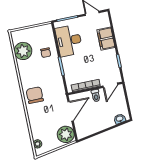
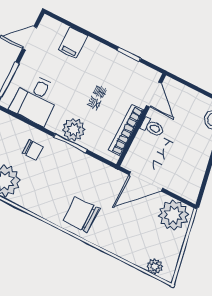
filing cabinet: (106, 39) -> (73, 43), width x0.50
desk: (69, 41) -> (36, 99), width x0.73
plant: (68, 63) -> (74, 130), added
door: (71, 111) -> (146, 182), swing flipped

